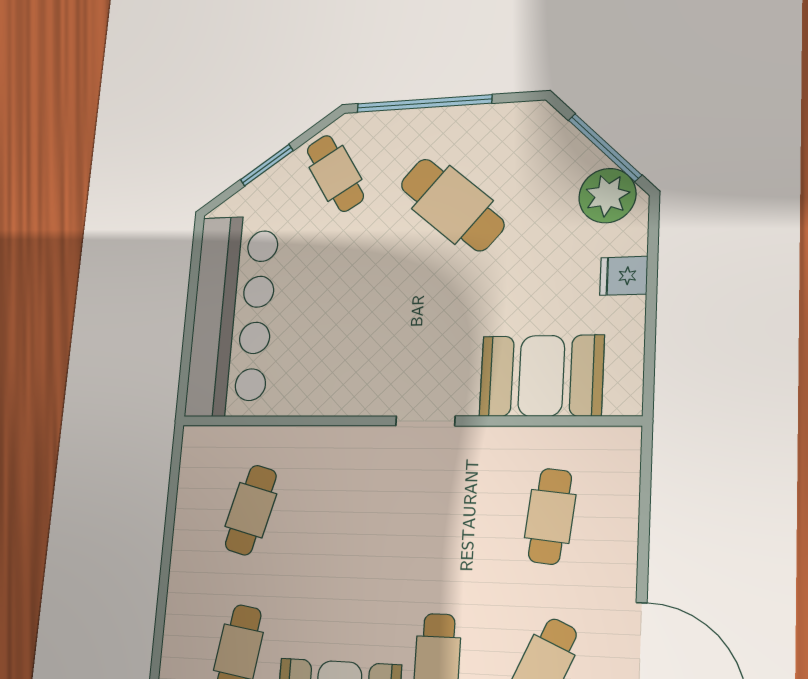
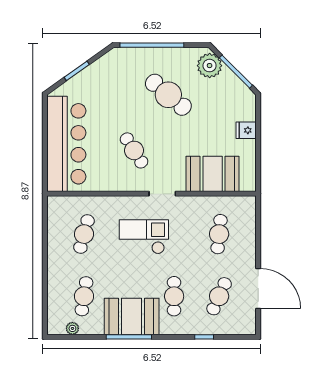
cafe table: (335, 173) -> (134, 150), moved
plant: (607, 196) -> (210, 66), moved
checkout: (378, 519) -> (144, 237), added

